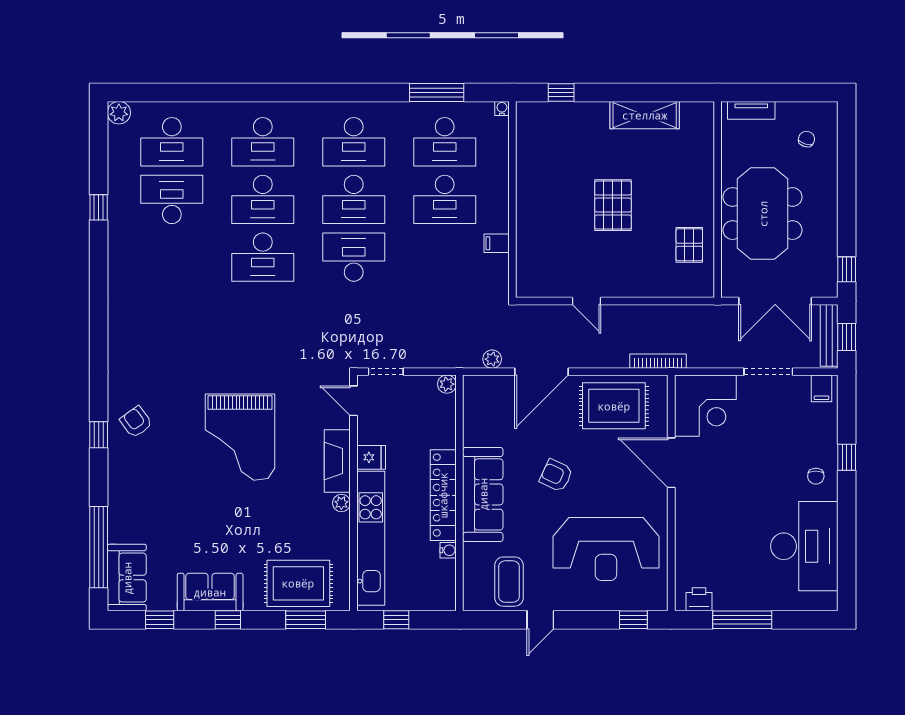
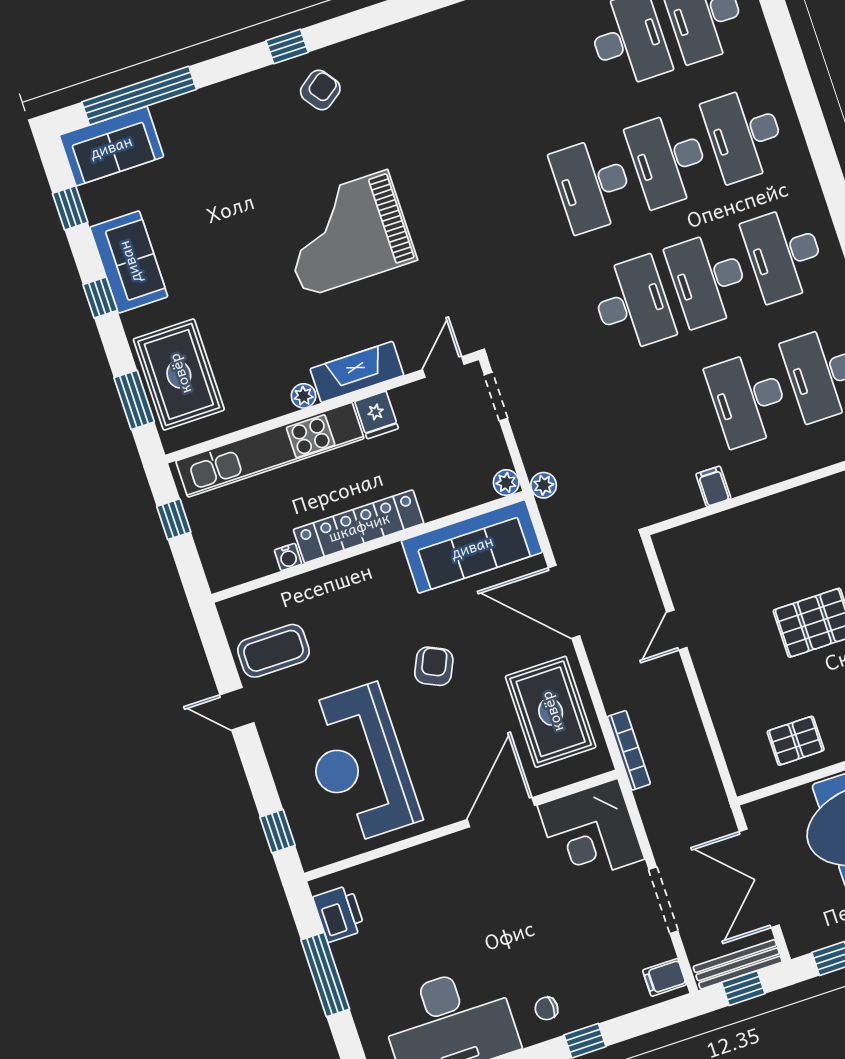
plant: (492, 359) -> (544, 485), moved
sofa: (483, 494) -> (472, 546), moved
printer: (699, 599) -> (339, 914), width x1.36, depth x1.24

